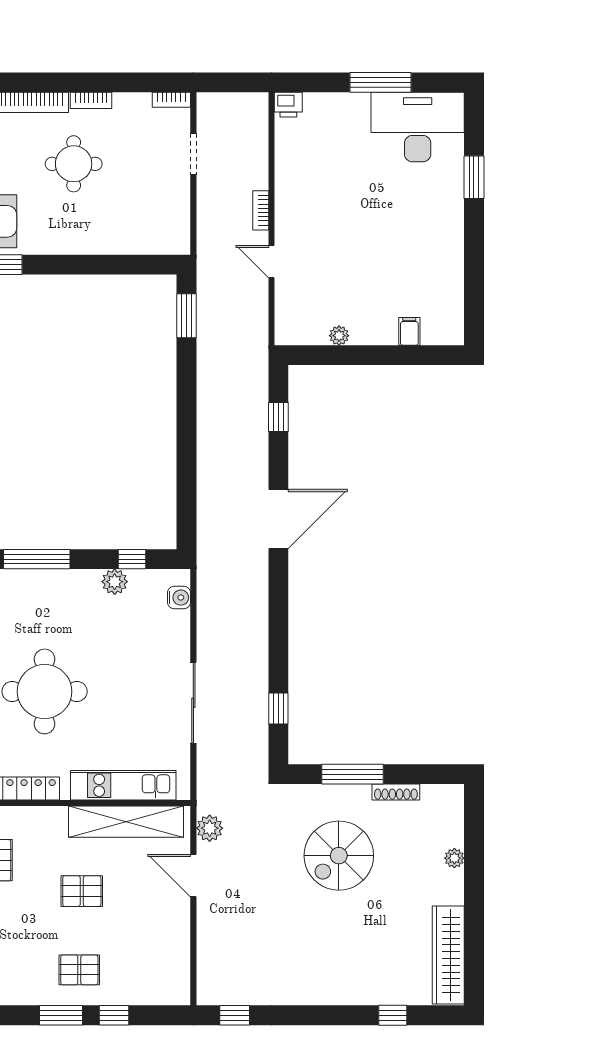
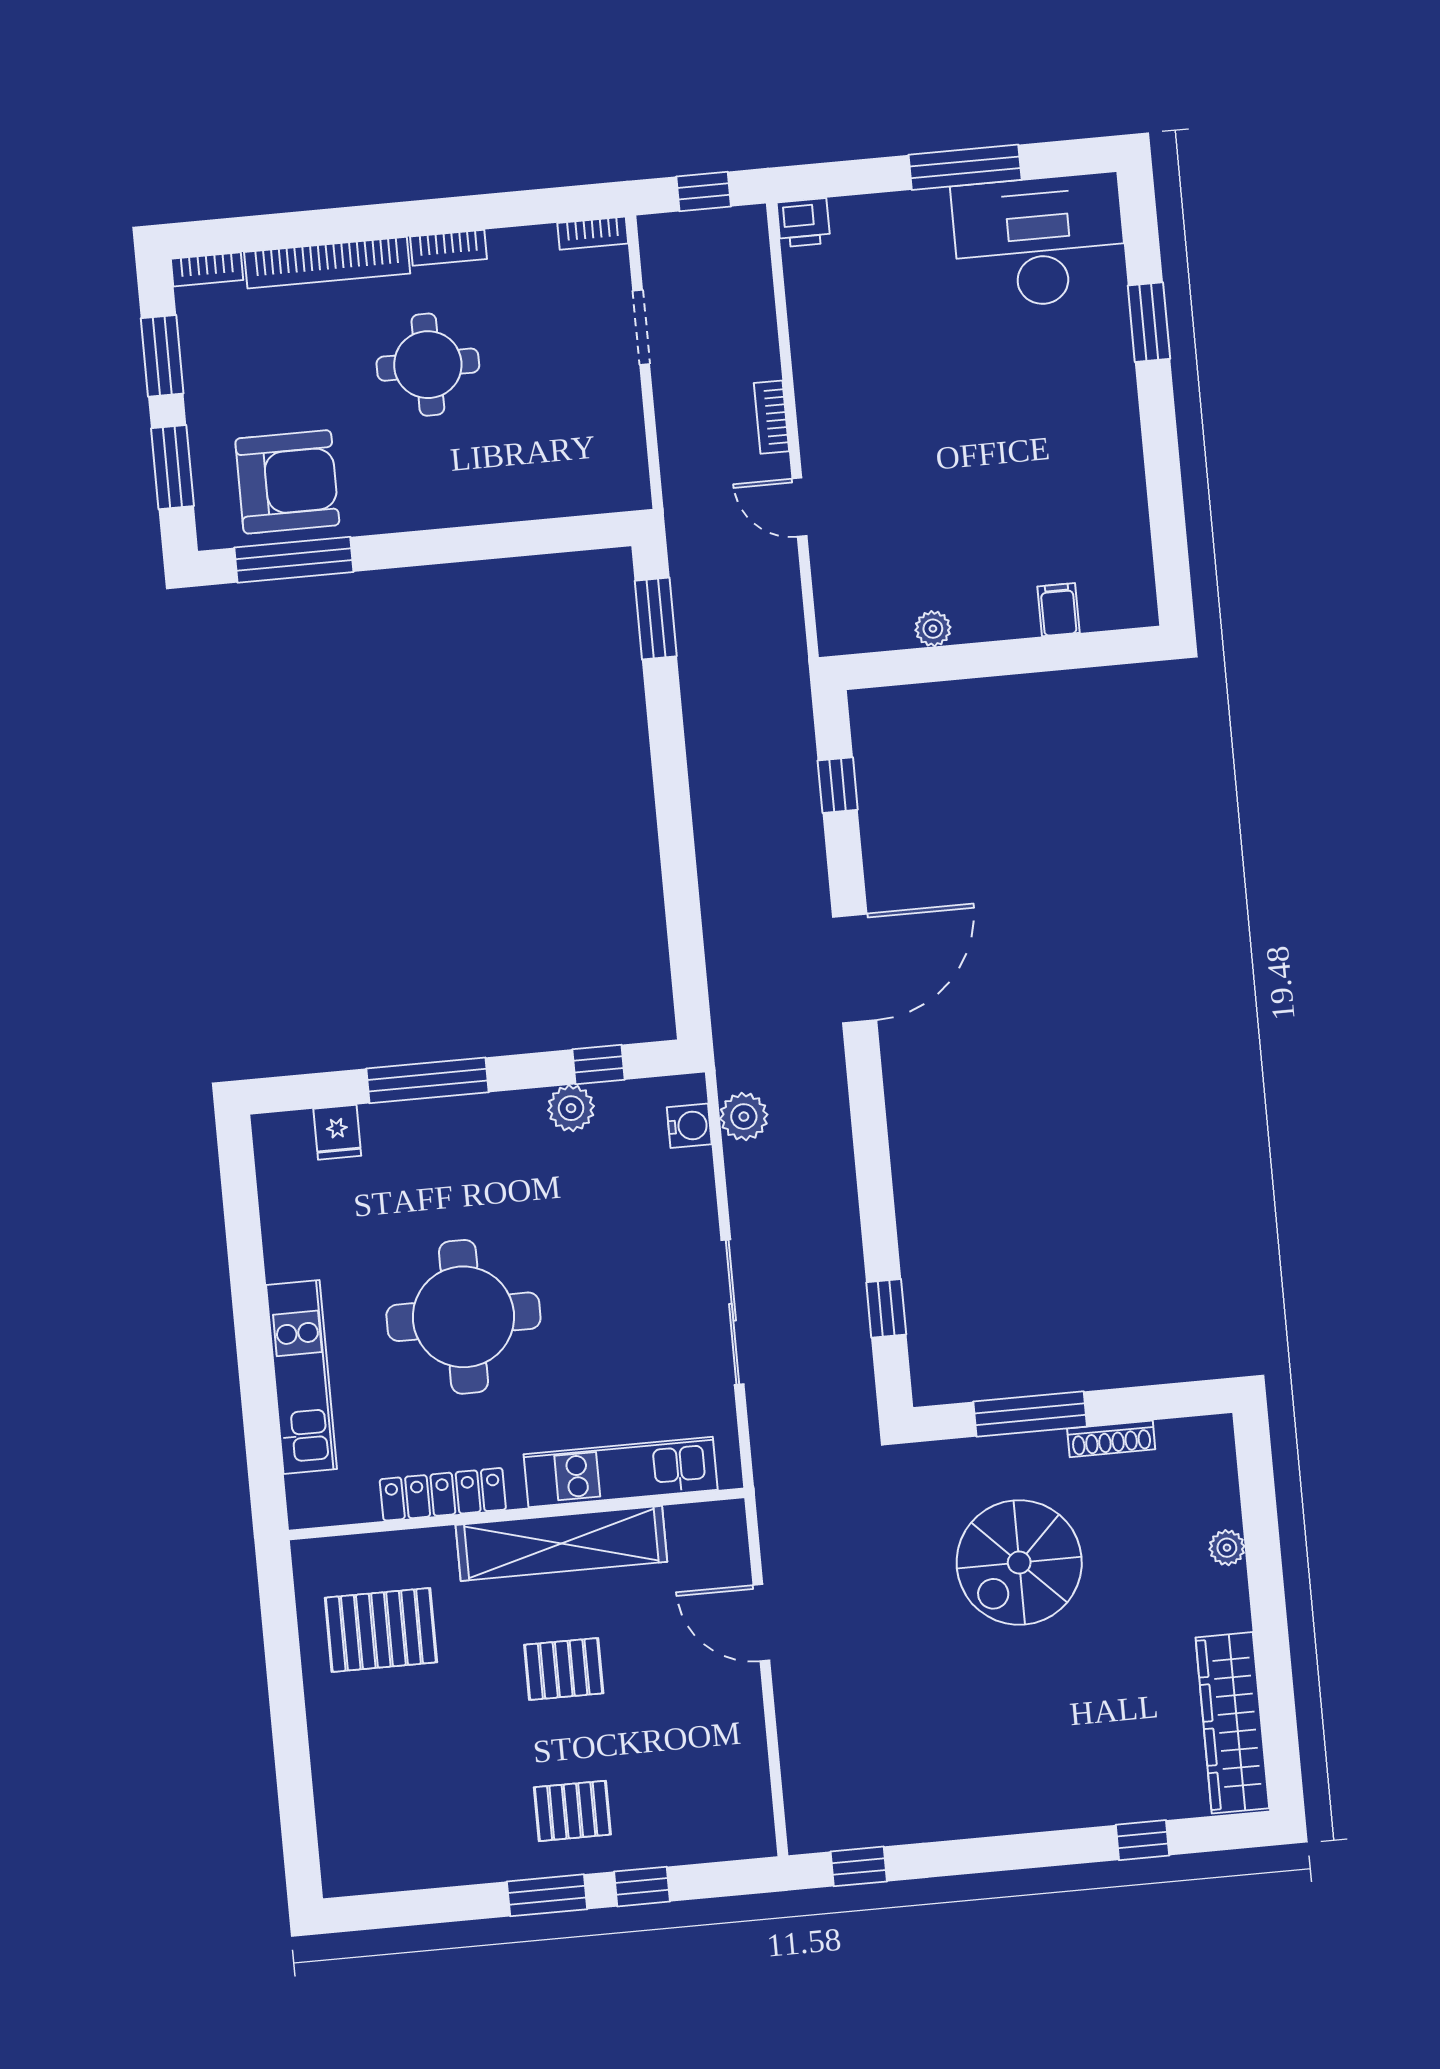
window: (235, 82) -> (704, 191), added
shelving: (126, 822) -> (561, 1543), moved
plant: (210, 828) -> (744, 1117), moved

